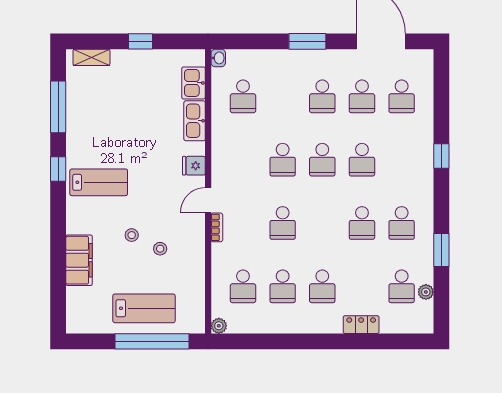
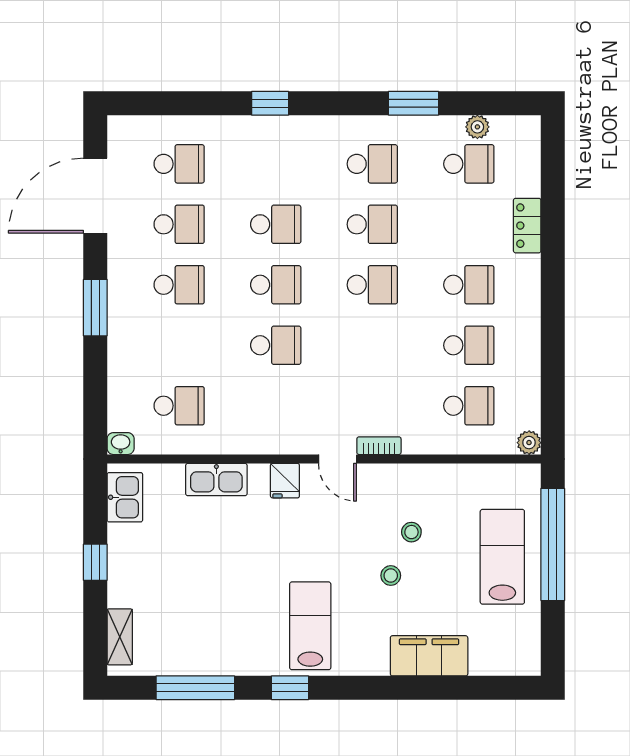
kitchen sink: (193, 83) -> (125, 497), moved, turned -90
school desk: (283, 223) -> (372, 285), moved

